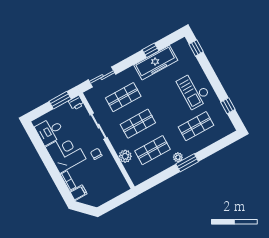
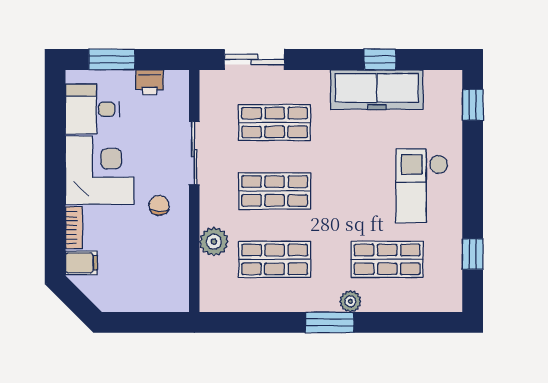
window: (60, 100) -> (112, 59), moved
printer: (76, 103) -> (150, 82), moved
plant: (178, 157) -> (350, 301), moved

